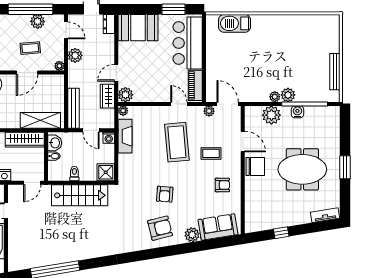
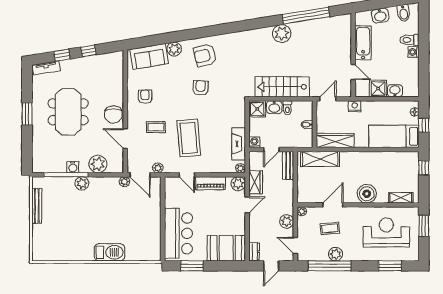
plant: (38, 21) -> (336, 254), moved
barbecue: (235, 23) -> (110, 252), moved
piano: (195, 85) -> (210, 183), moved, turned 90
plant: (275, 97) -> (124, 182), moved
bench: (74, 108) -> (288, 165), width x0.73
door: (91, 130) -> (271, 149), swing flipped
washbasin: (55, 143) -> (274, 107), moved, turned -90
chair: (255, 167) -> (113, 115), turned -90
meeting table: (302, 169) -> (68, 112), turned 90
armchair: (222, 185) -> (145, 97), turned 90
window: (309, 228) -> (62, 55), added
plant: (80, 251) -> (282, 34), added

